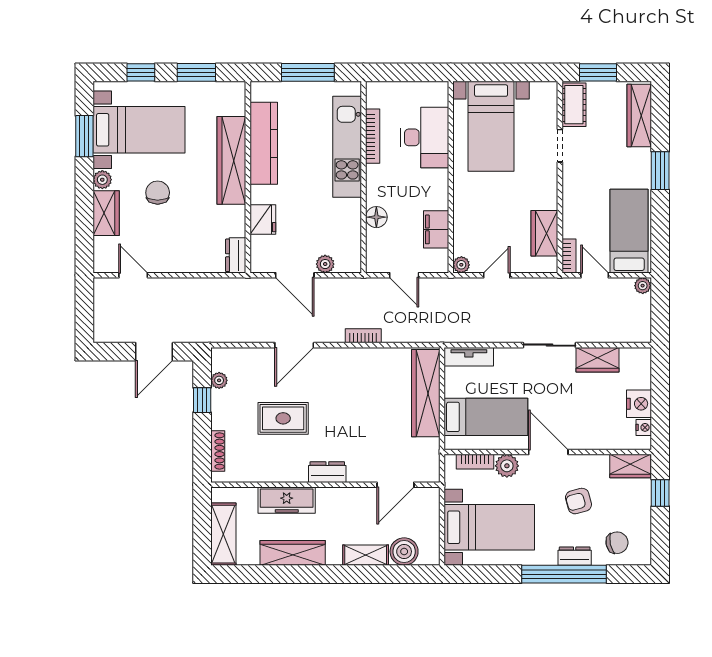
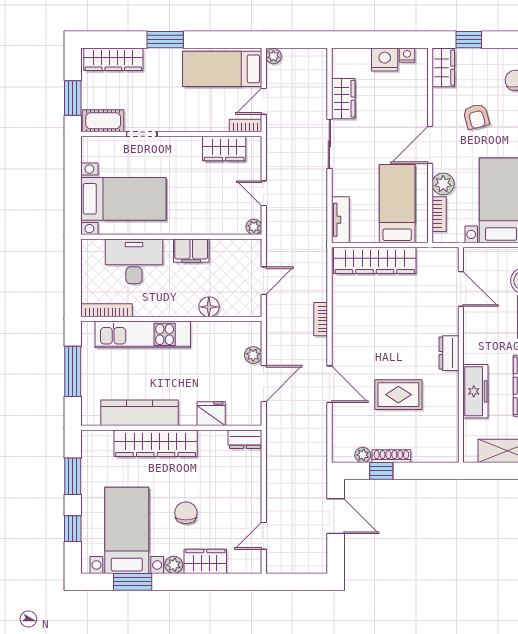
bookcase: (373, 136) -> (107, 310), moved
chair: (158, 193) -> (186, 513), turned 90
filing cabinet: (436, 229) -> (191, 251), moved
rug: (283, 418) -> (398, 395), turned 90
shoe rack: (218, 451) -> (391, 456), moved

